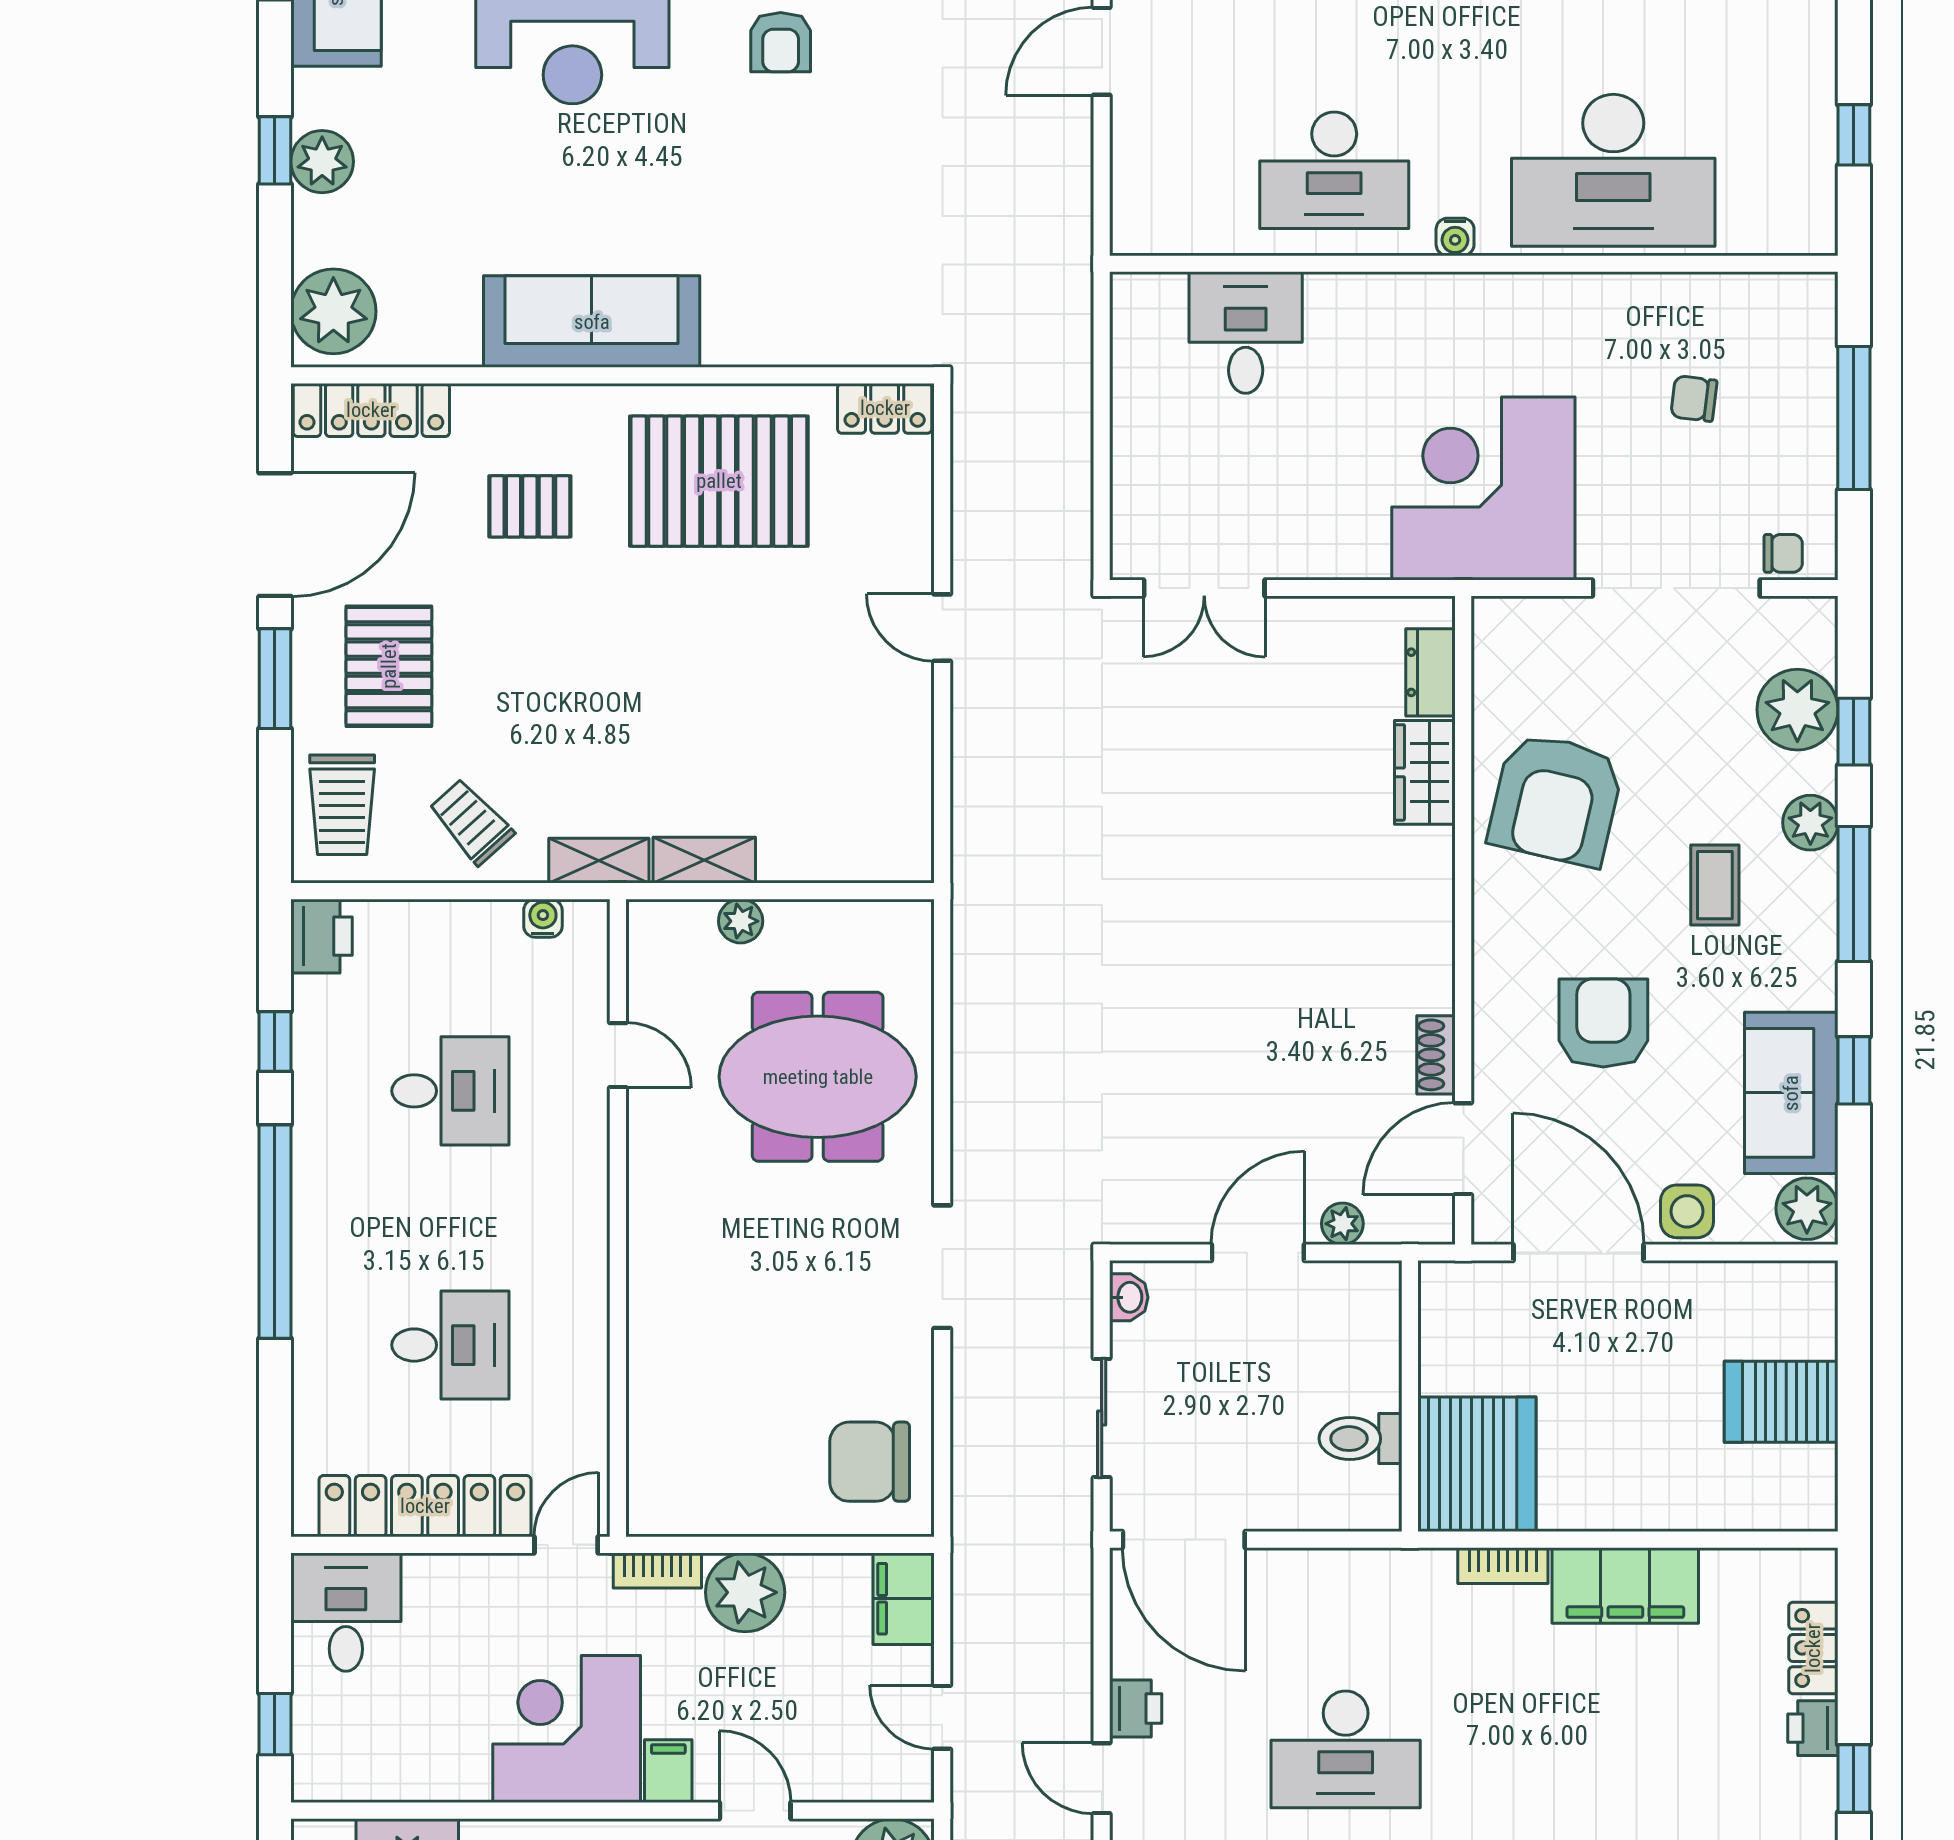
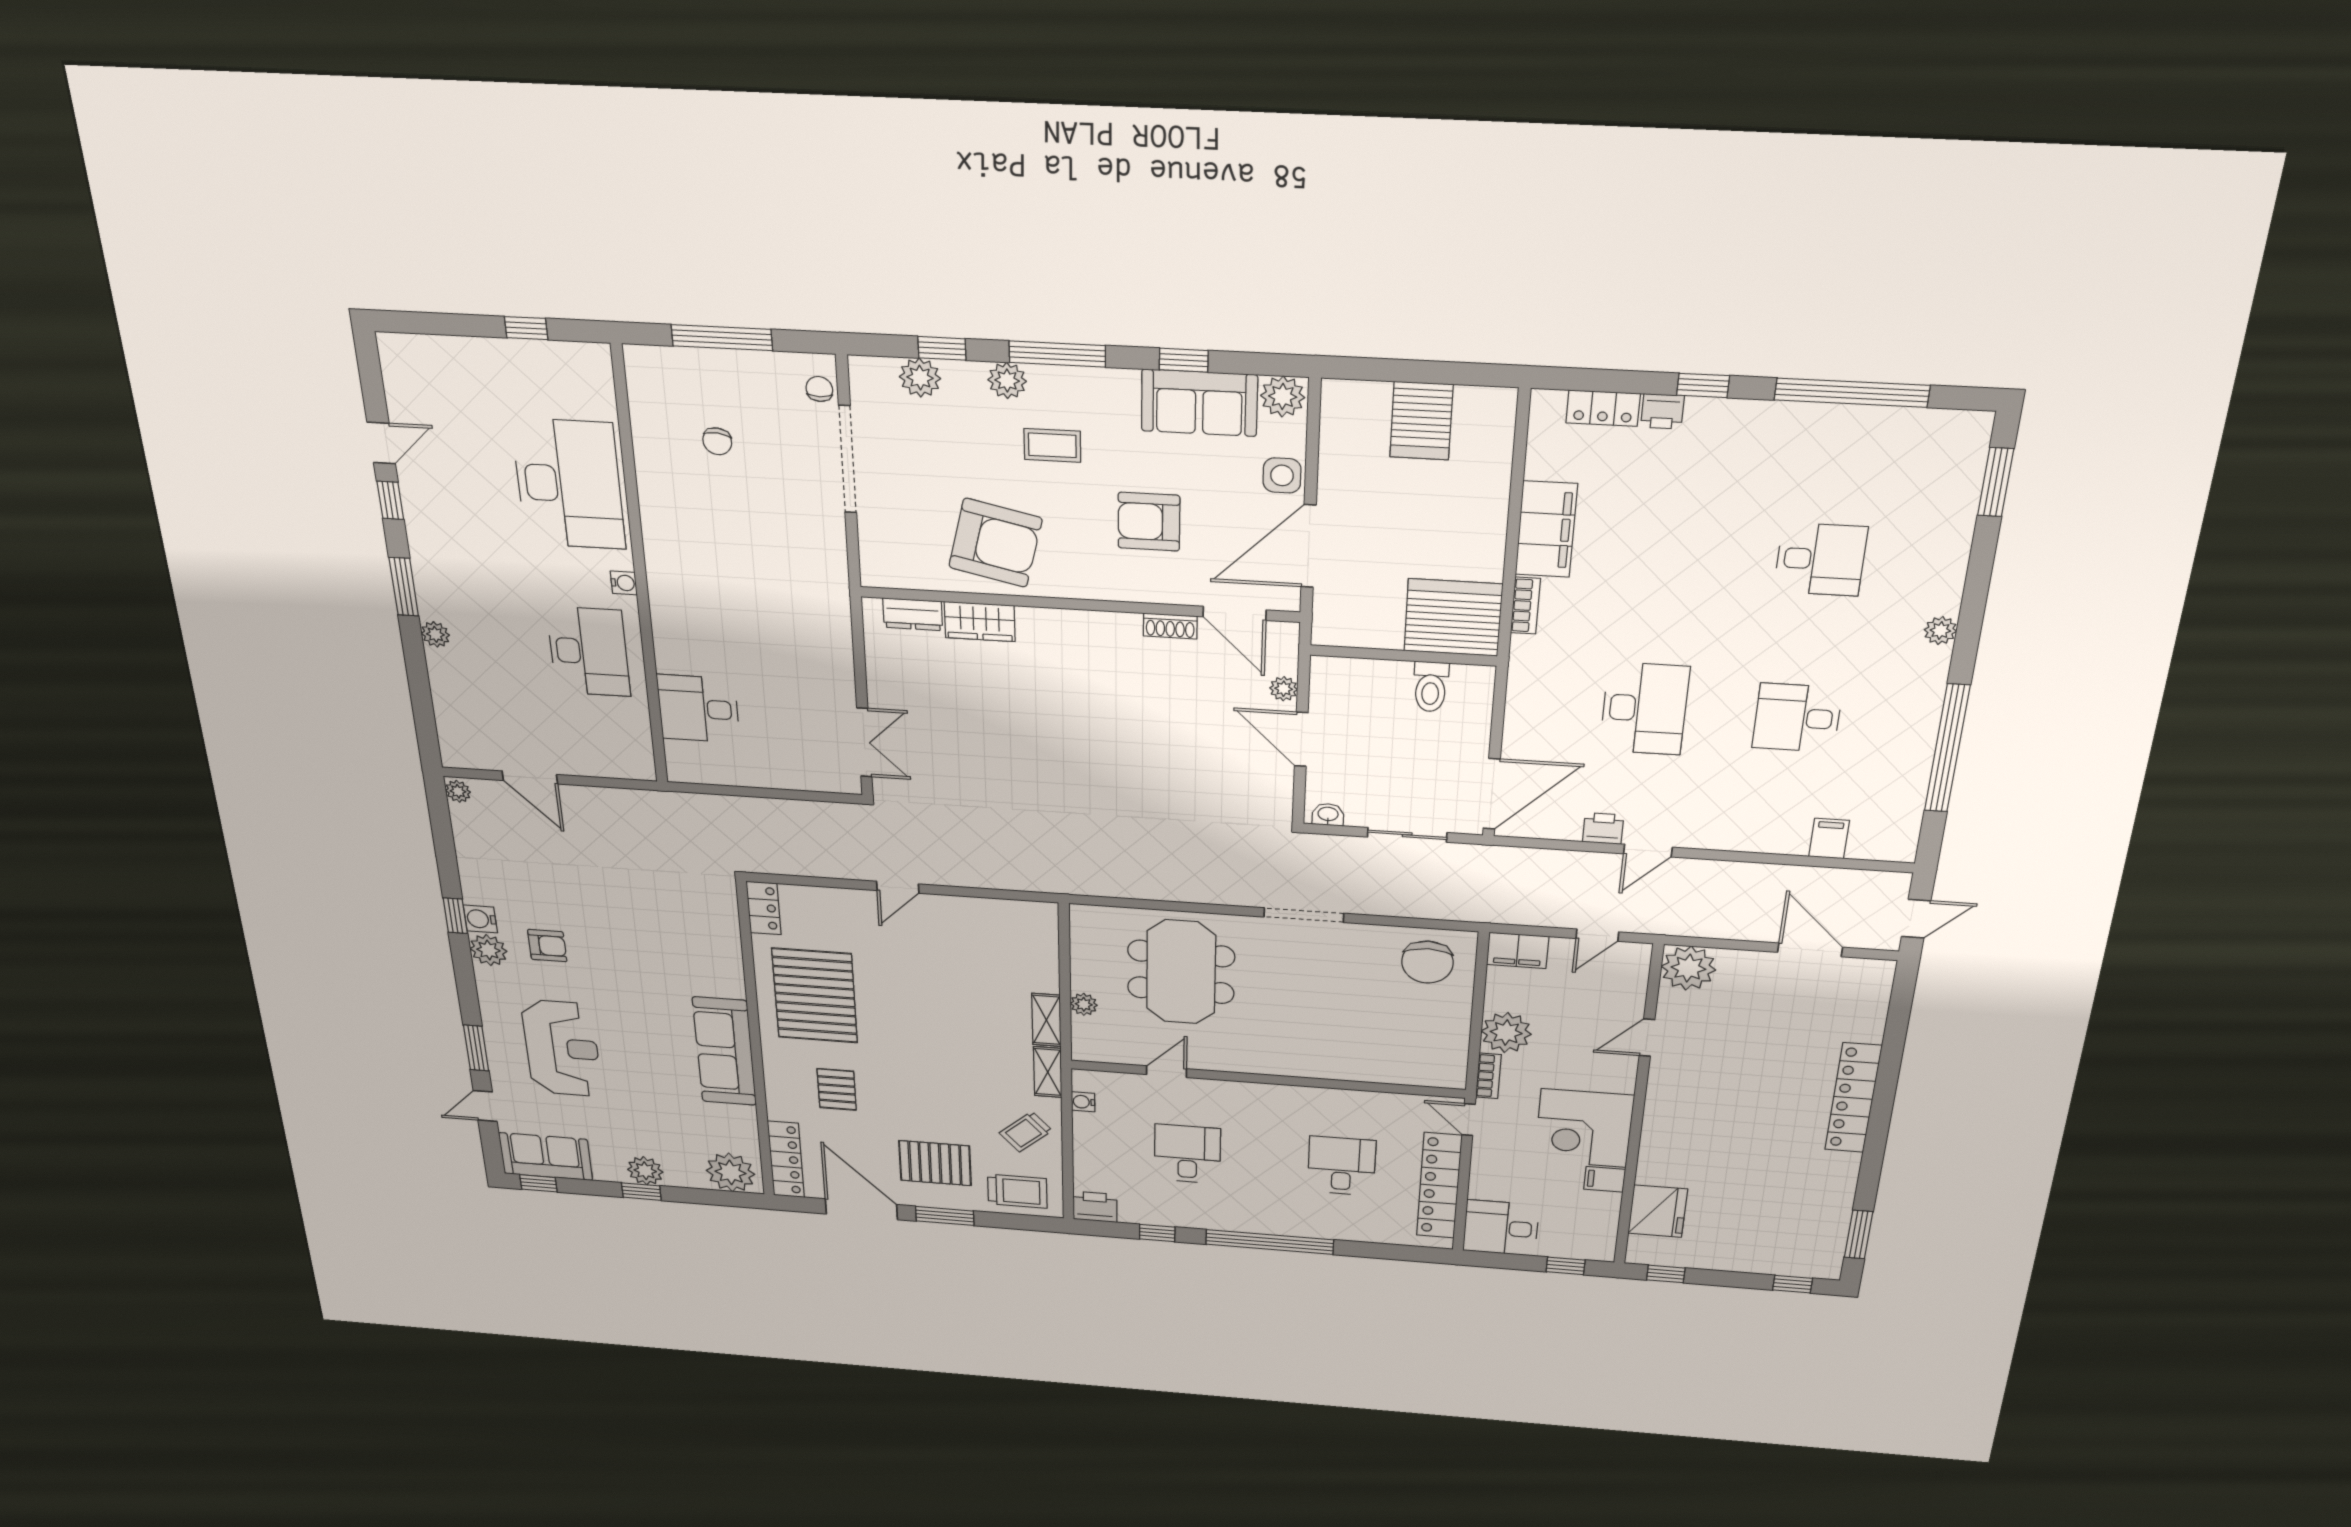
corner desk: (1483, 488) -> (788, 575), removed
plant: (1797, 710) -> (920, 378), width x0.73, depth x0.73
filing cabinet: (668, 1771) -> (1605, 1179), moved

